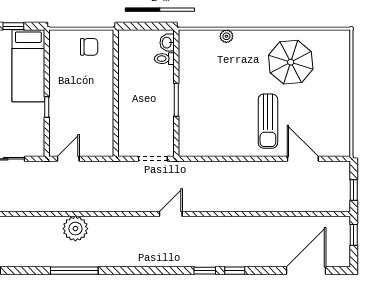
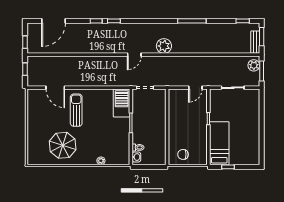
barbecue: (192, 133) -> (122, 103), added
plant: (75, 229) -> (164, 46), moved

